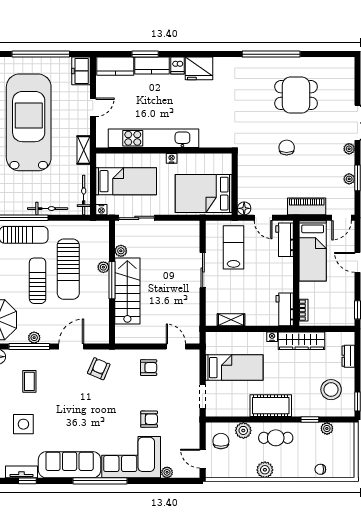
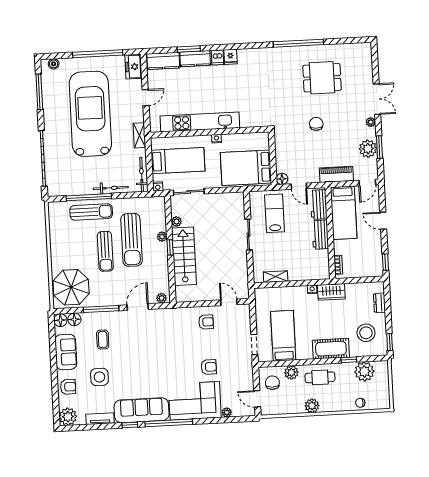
fridge: (199, 68) -> (231, 57), width x0.53, depth x0.75
plant: (349, 179) -> (368, 149), width x1.87, depth x1.87
window: (112, 280) -> (170, 247), width x0.46
sun lounger: (38, 281) -> (105, 251), turned 180
workbench: (285, 309) -> (320, 235), moved
plant: (34, 338) -> (161, 298), moved
wardrobe: (302, 341) -> (331, 292), width x0.67
bed: (234, 368) -> (283, 336), moved, turned -90
armchair: (99, 369) -> (163, 325), removed
cot: (271, 406) -> (331, 349), moved
plant: (327, 428) -> (364, 372), width x1.87, depth x1.87
window: (27, 481) -> (130, 425), moved

